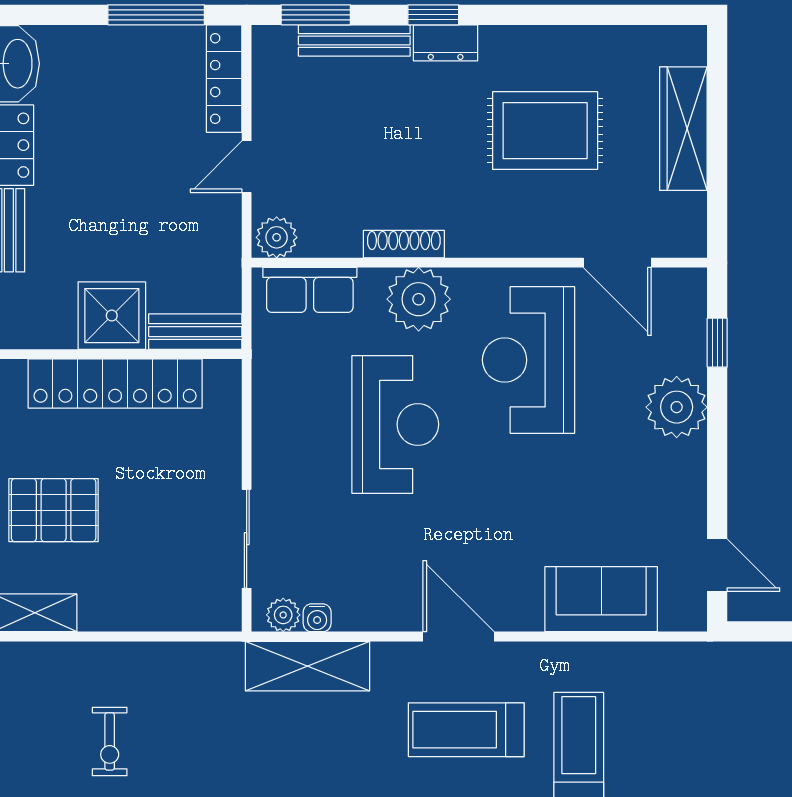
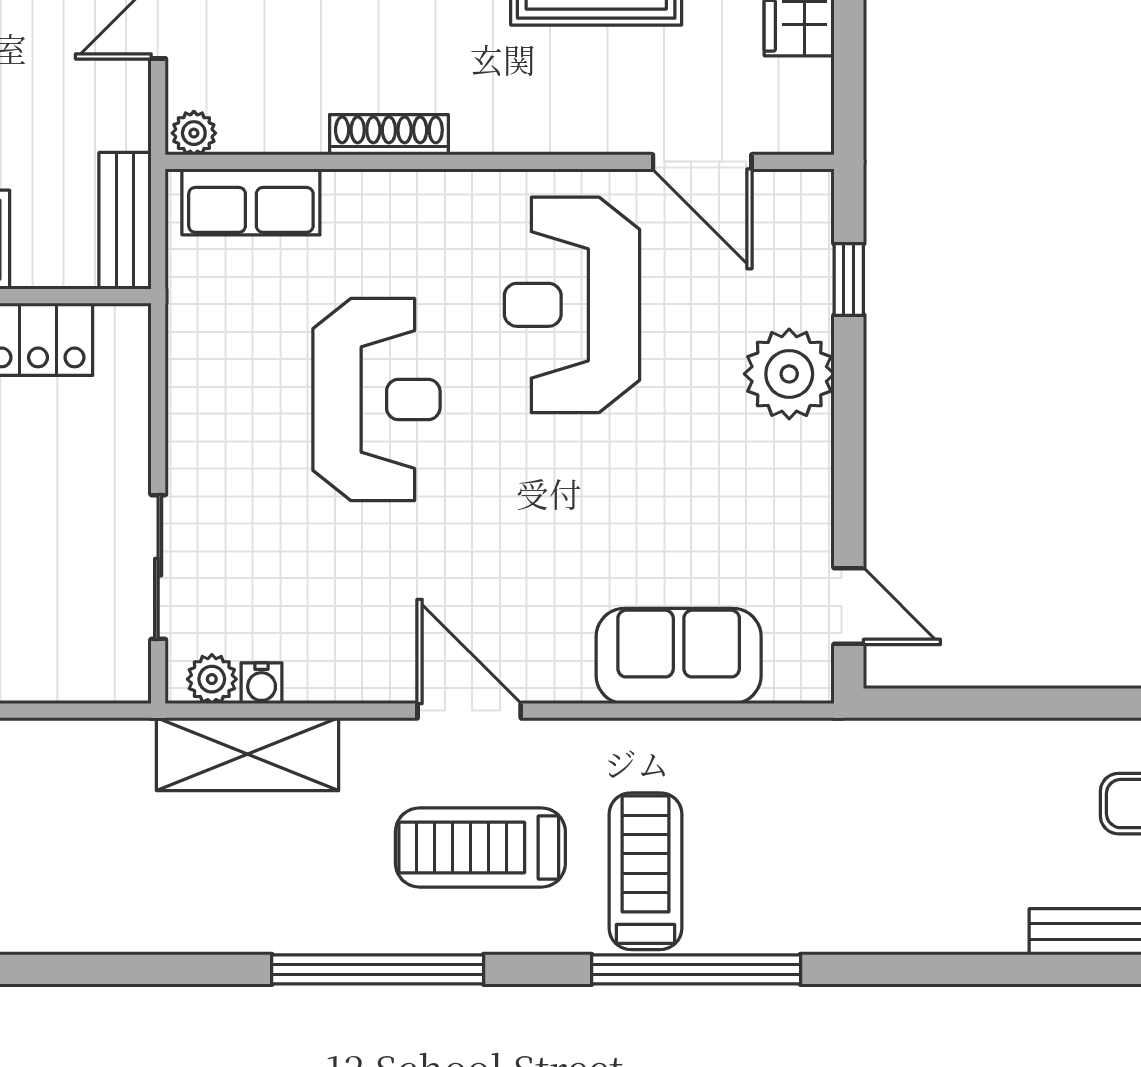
plant: (277, 237) -> (194, 133), width x0.73, depth x0.73
plant: (419, 299) -> (411, 216), removed
bench: (195, 332) -> (125, 221), moved, turned 90

